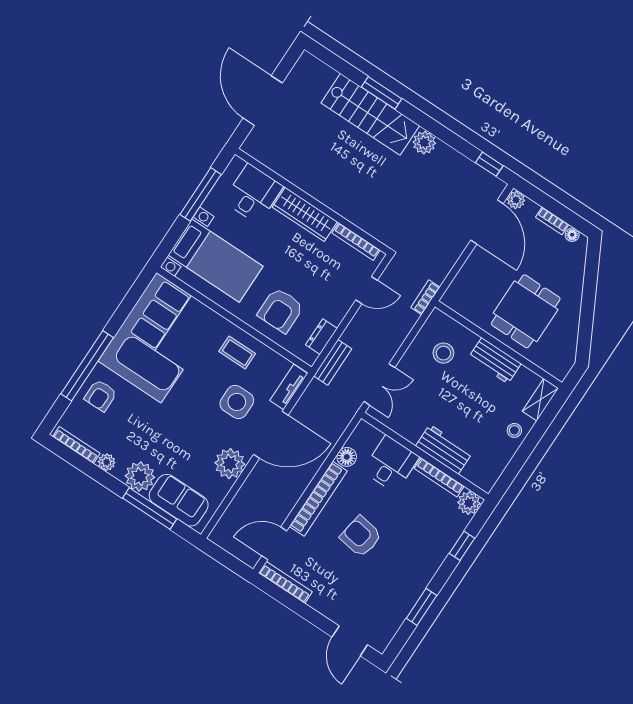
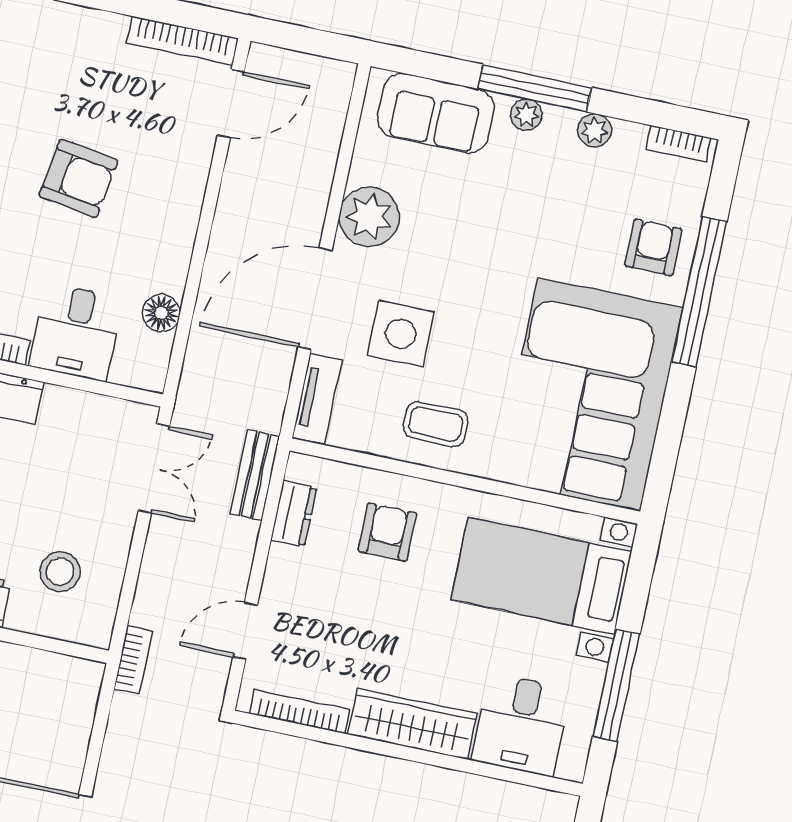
armchair: (281, 310) -> (387, 532), width x0.72, depth x0.72
double door: (379, 384) -> (154, 468), swing flipped
bookcase: (76, 445) -> (679, 143), width x0.64
plant: (140, 477) -> (526, 115), width x0.53, depth x0.53
bookcase: (318, 499) -> (183, 216), removed
window: (150, 508) -> (535, 88), moved

